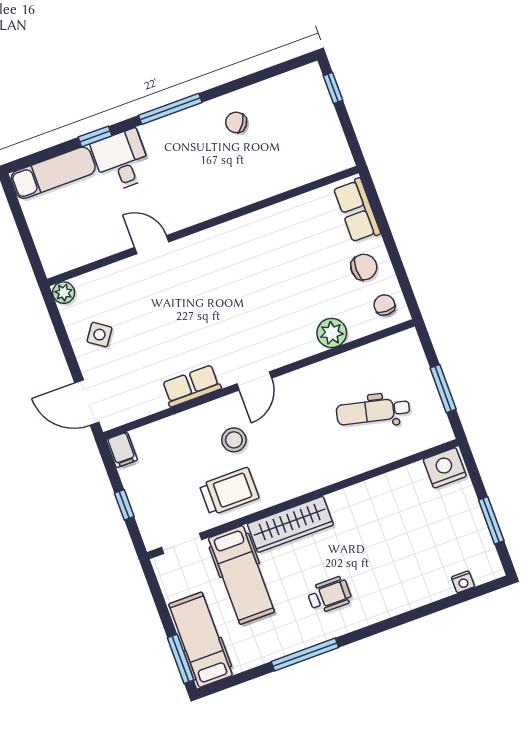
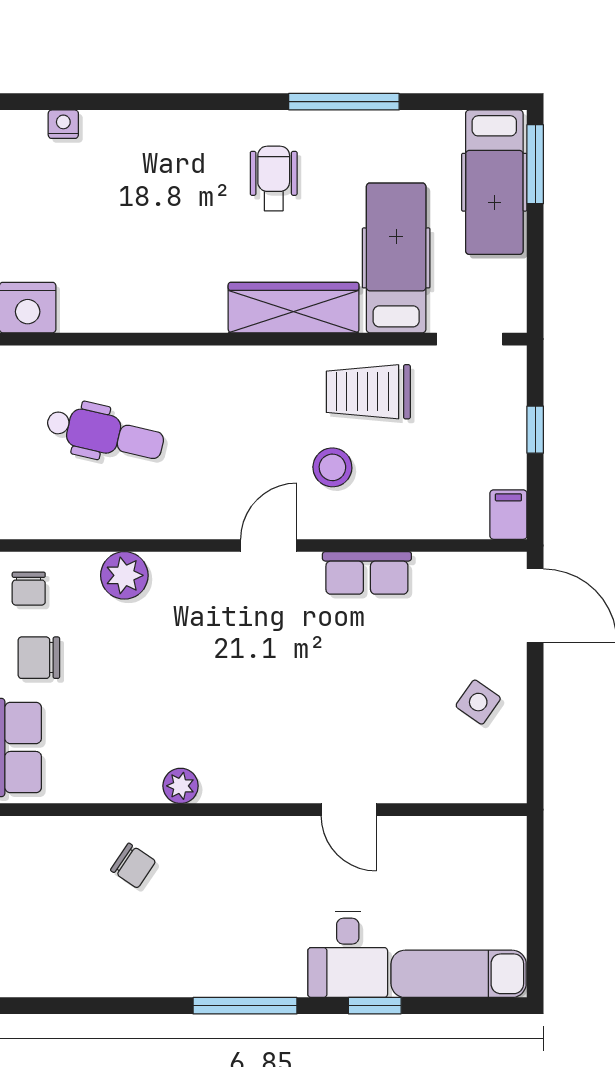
chair: (236, 122) -> (133, 866), moved
plant: (64, 293) -> (181, 786), moved
wheelchair: (329, 595) -> (274, 178), turned 90

